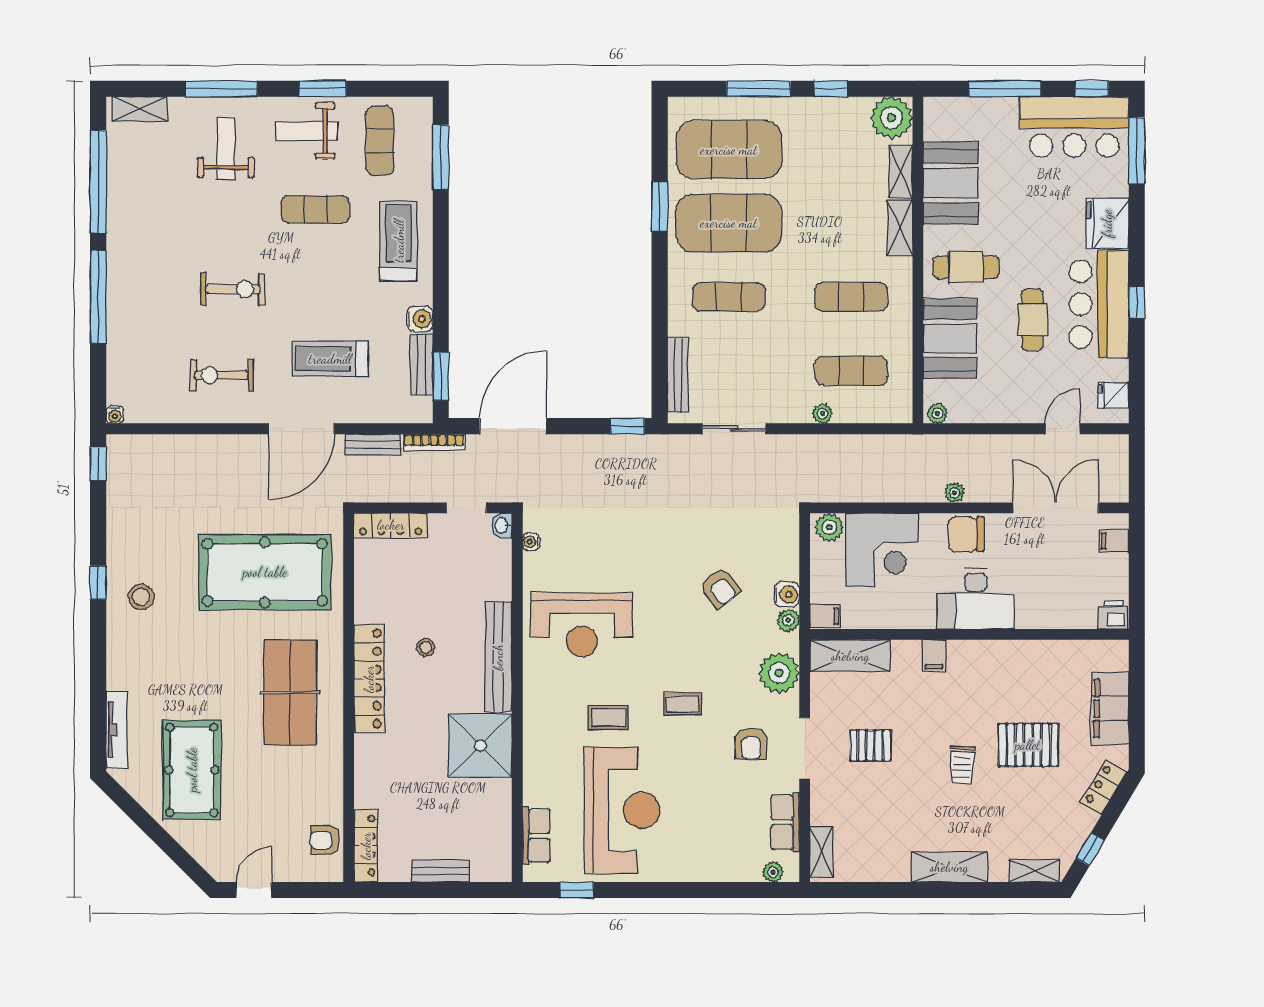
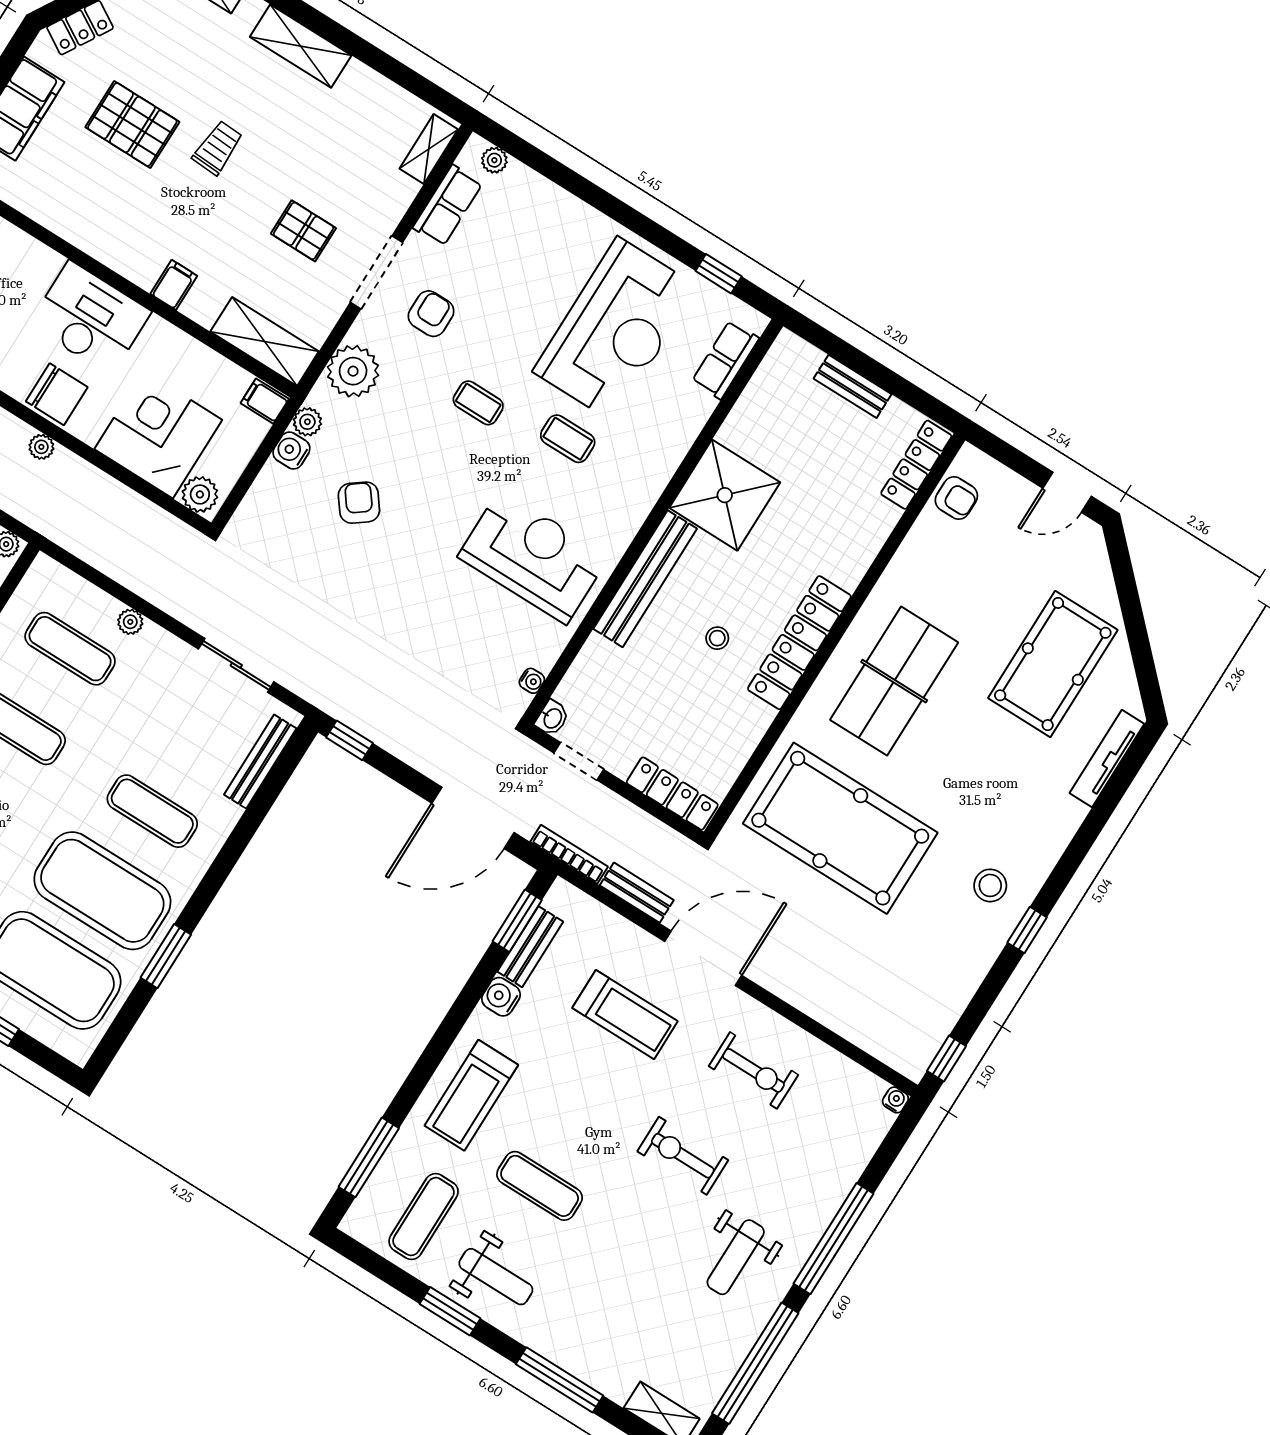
weight bench: (226, 149) -> (736, 1257), moved
reception desk: (622, 810) -> (615, 329), turned 180

